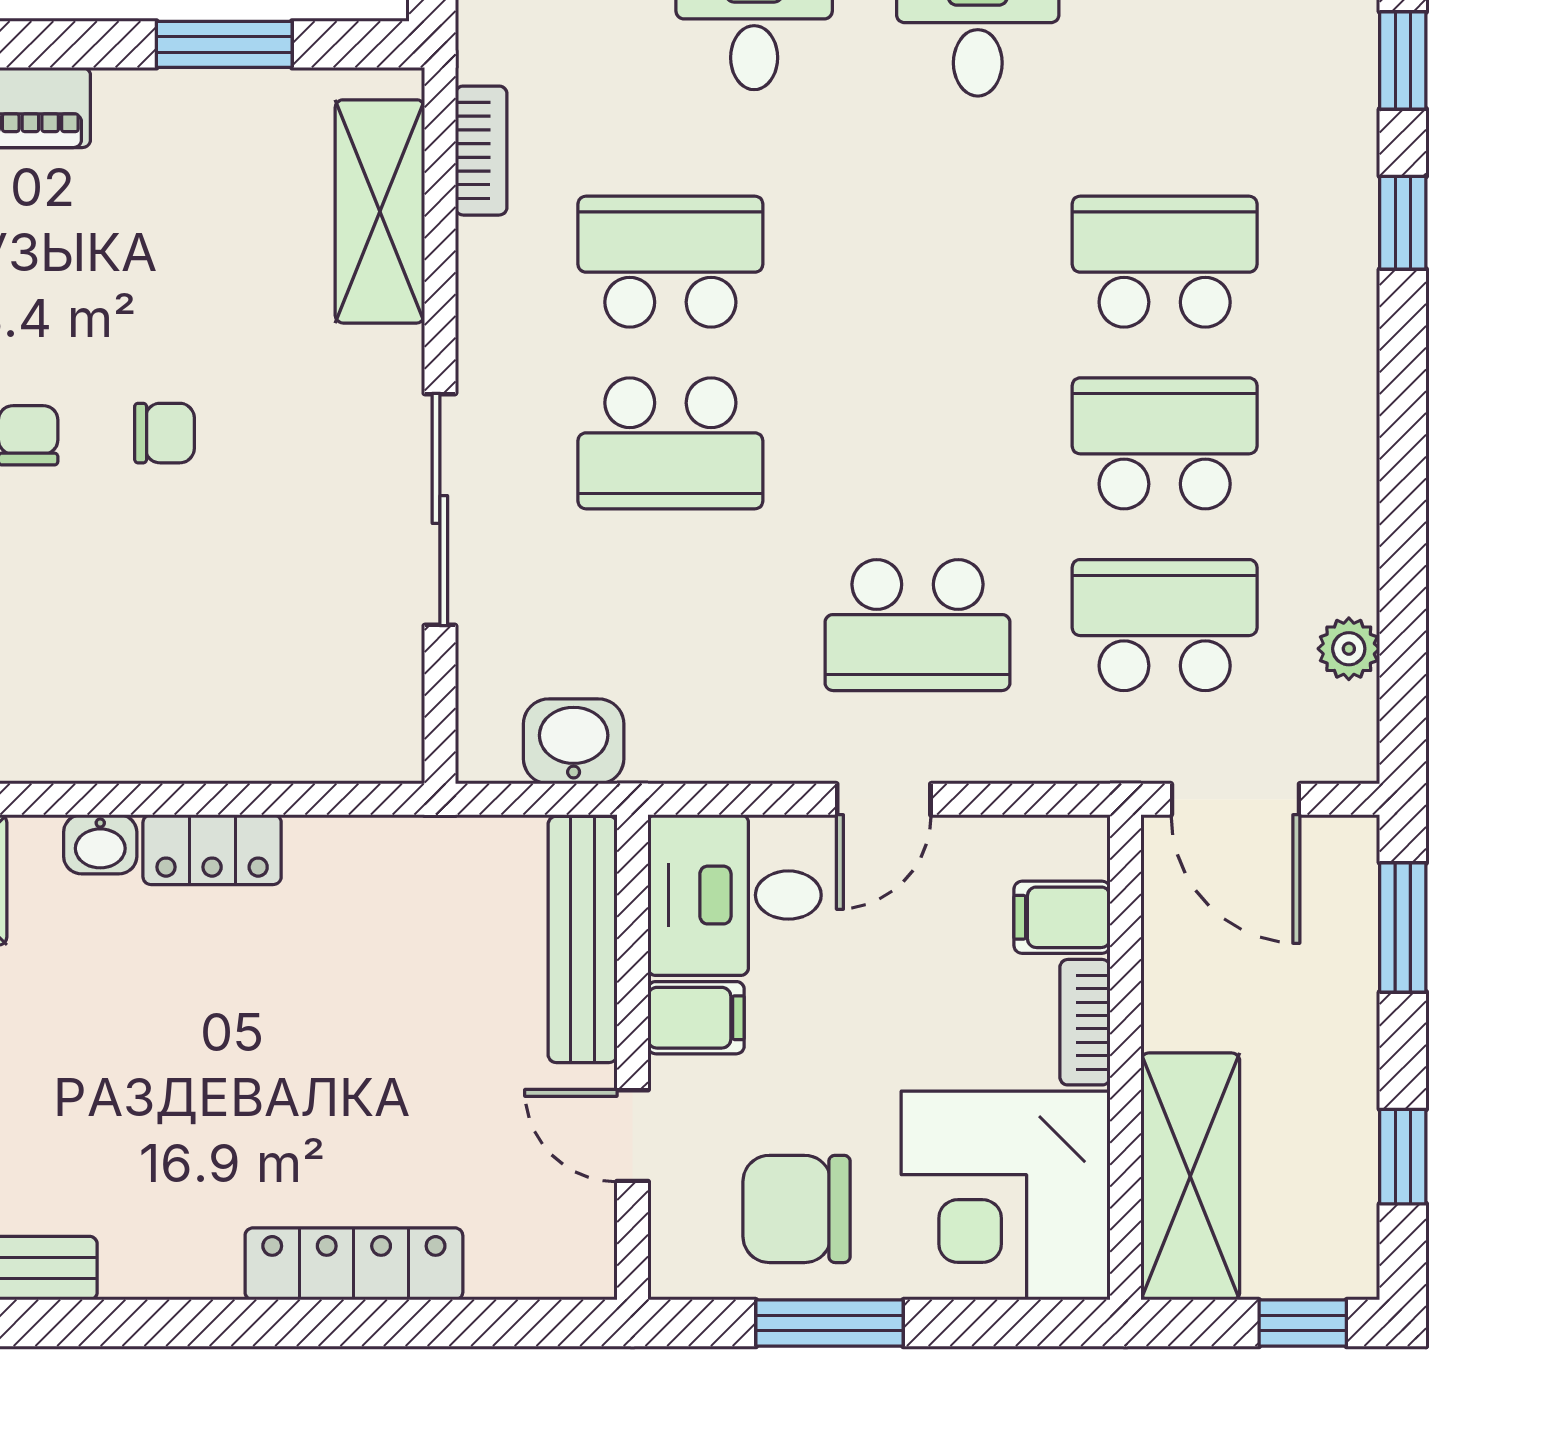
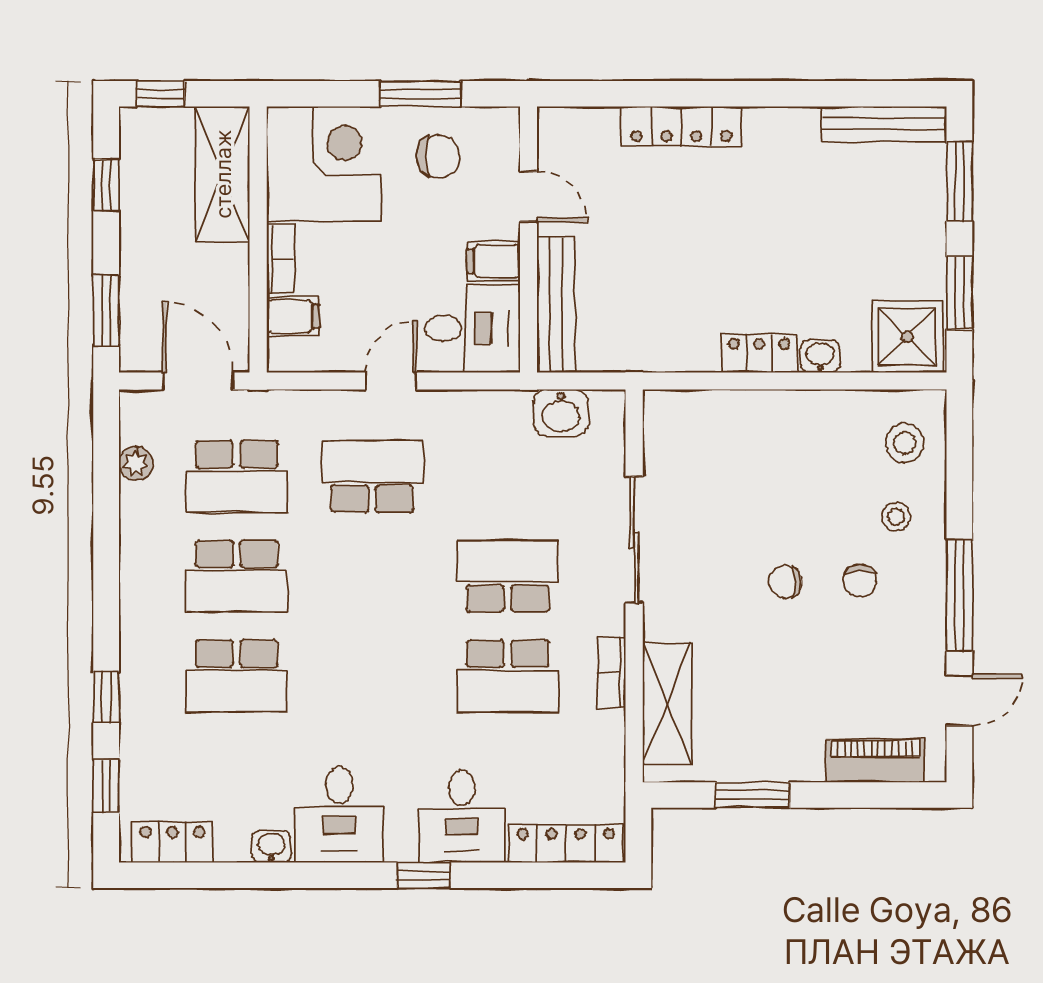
bookcase: (481, 151) -> (612, 673), moved
chair: (797, 1209) -> (439, 156), width x0.73, depth x0.73

